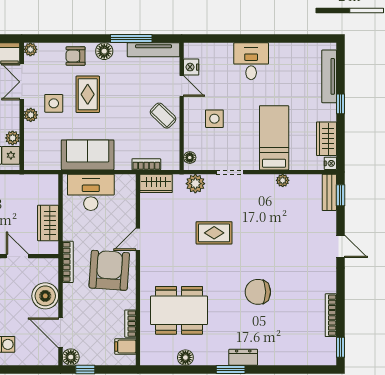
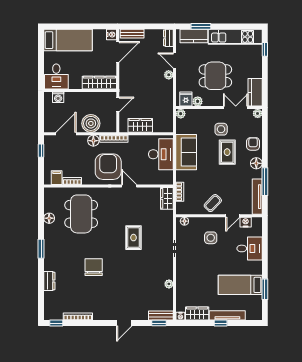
window: (291, 39) -> (265, 289), added
desk: (251, 61) -> (250, 248), moved
tv unit: (329, 76) -> (227, 315), moved
rug: (88, 94) -> (227, 152), turned 90
plant: (31, 115) -> (181, 114), moved
bed: (274, 138) -> (240, 285), moved, turned 180
plant: (195, 184) -> (167, 225), removed
armchair: (109, 270) -> (108, 167), turned -94
floor lamp: (71, 357) -> (93, 141), moved
dresser: (243, 357) -> (49, 281), moved

